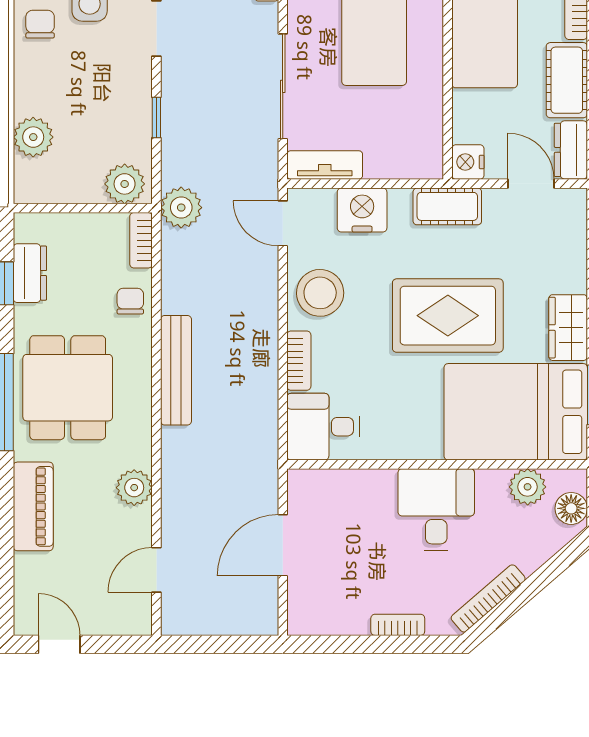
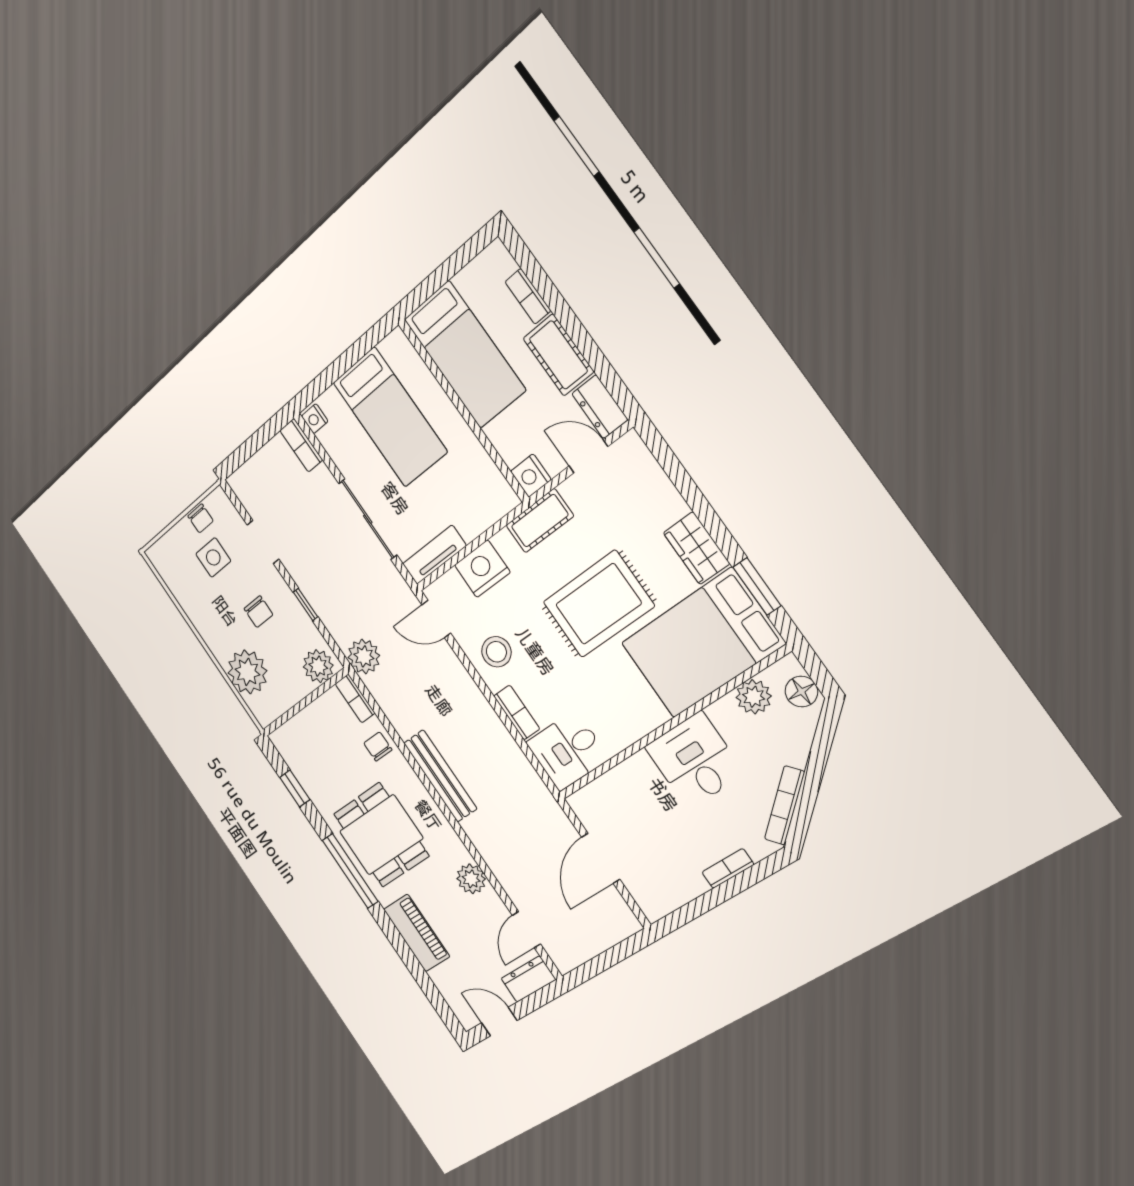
chair: (40, 24) -> (259, 612), moved, turned 180
plant: (33, 137) -> (247, 672), width x1.36, depth x1.36
dresser: (30, 273) -> (528, 979), moved, turned -90
stool: (320, 293) -> (496, 652), width x0.73, depth x0.73

